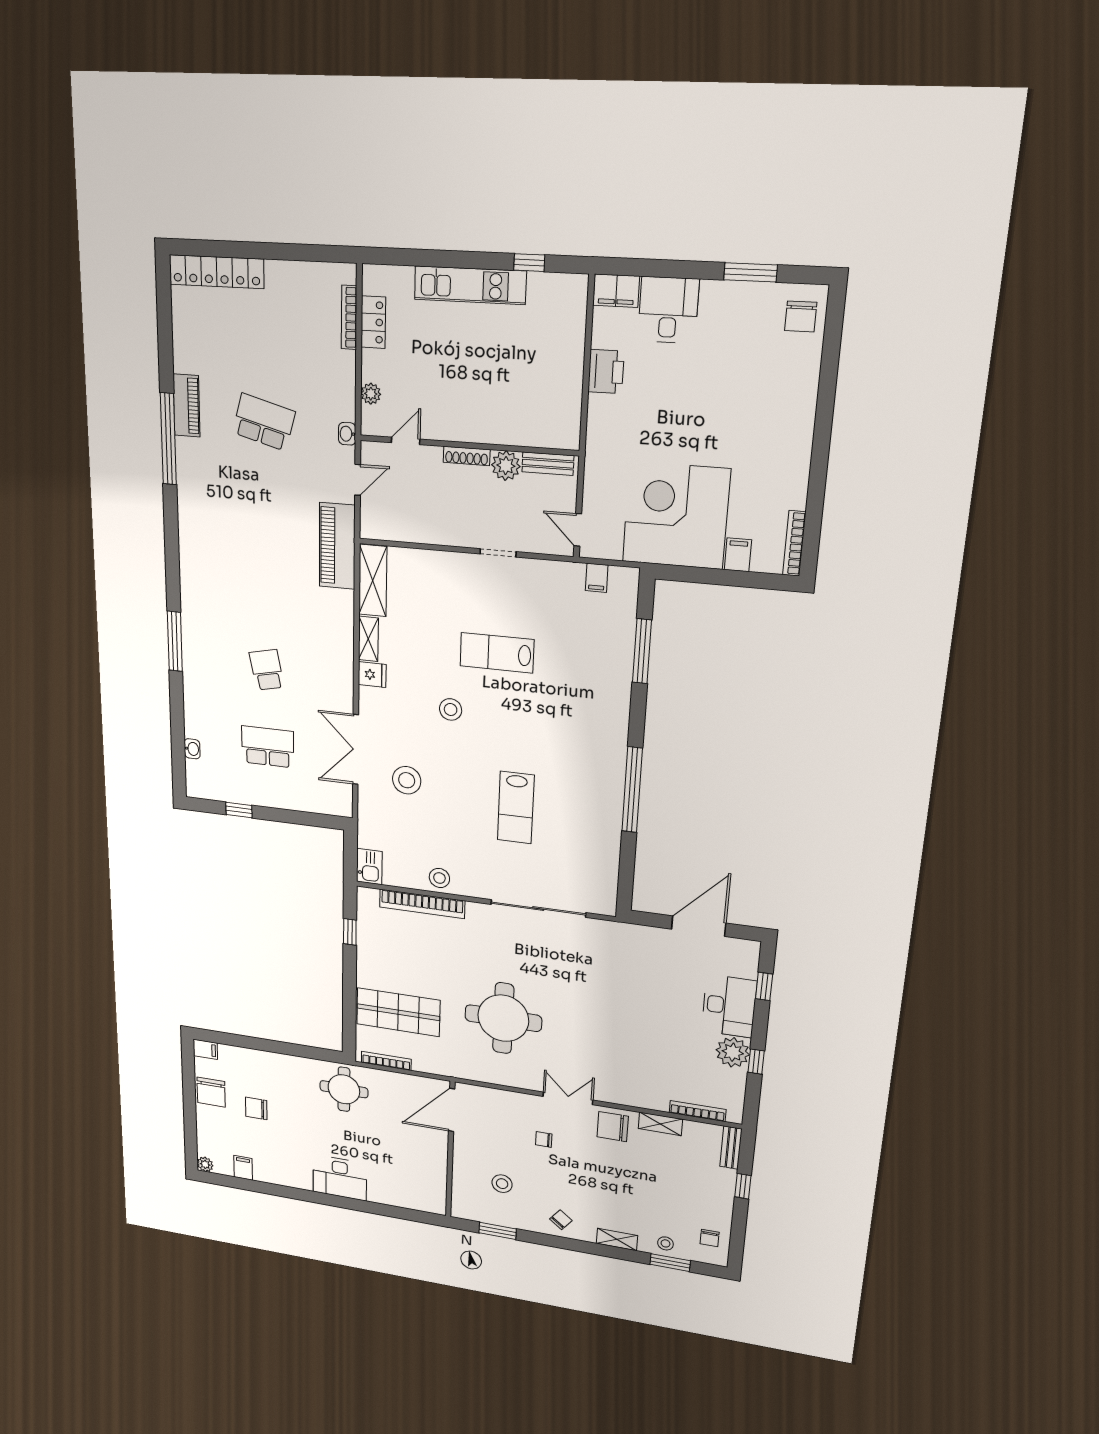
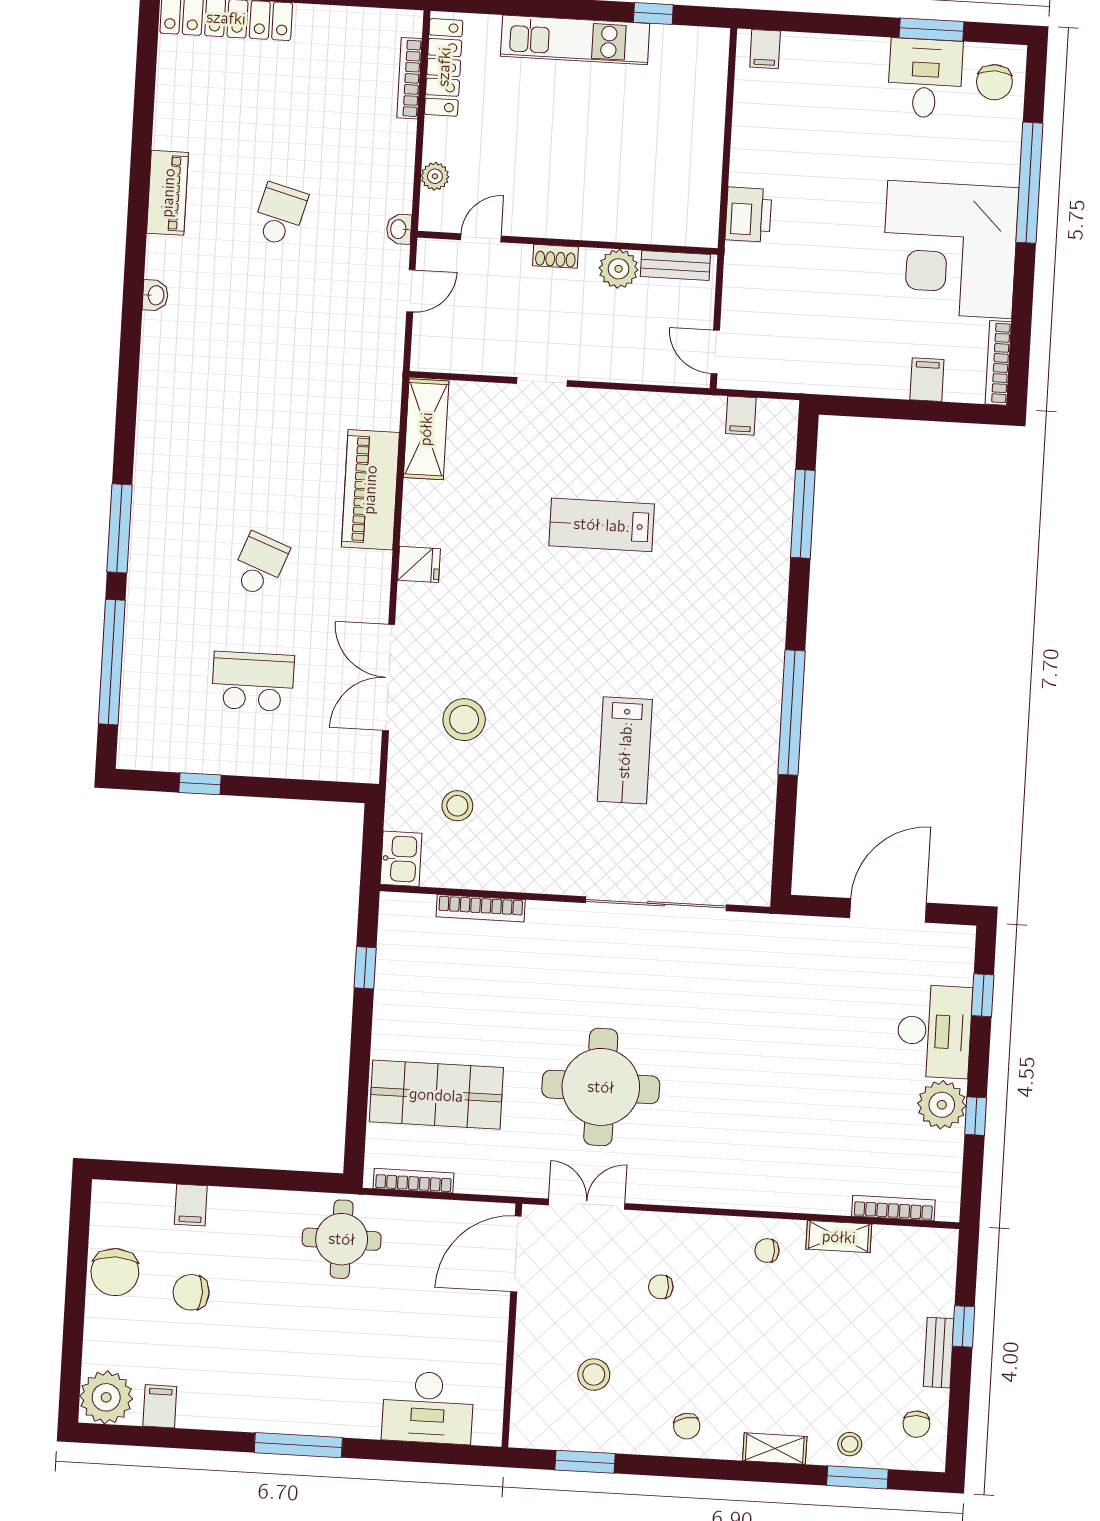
filing cabinet: (616, 291) -> (765, 49), width x0.50
desk: (668, 310) -> (925, 78), moved
locker: (373, 322) -> (444, 67), width x1.53
printer: (606, 372) -> (748, 215), moved
window: (826, 400) -> (1029, 183), added
school desk: (264, 422) -> (280, 215), width x0.54
window: (168, 439) -> (112, 662), moved
shoe rack: (467, 456) -> (556, 256), width x0.70
corner desk: (676, 516) -> (950, 249), moved, turned -90
piano: (337, 546) -> (370, 490), moved
doorway: (498, 553) -> (542, 382), moved
shelving: (368, 639) -> (416, 513), removed
school desk: (267, 670) -> (260, 565), turned 33
stool: (451, 709) -> (533, 610), removed
washbasin: (192, 749) -> (155, 295), moved
stool: (439, 878) -> (457, 806), moved
bookcase: (422, 904) -> (481, 908), width x0.68, depth x0.76
filing cabinet: (205, 1049) -> (191, 1205), moved, turned 90
double door: (568, 1098) -> (587, 1204), moved
chair: (613, 1127) -> (767, 1251), width x0.54, depth x0.54
bench: (731, 1148) -> (939, 1353), moved
plant: (205, 1164) -> (106, 1397), width x1.88, depth x1.88
desk: (340, 1178) -> (428, 1407), moved
window: (325, 1199) -> (298, 1445), added
chair: (561, 1220) -> (687, 1426), turned 129

